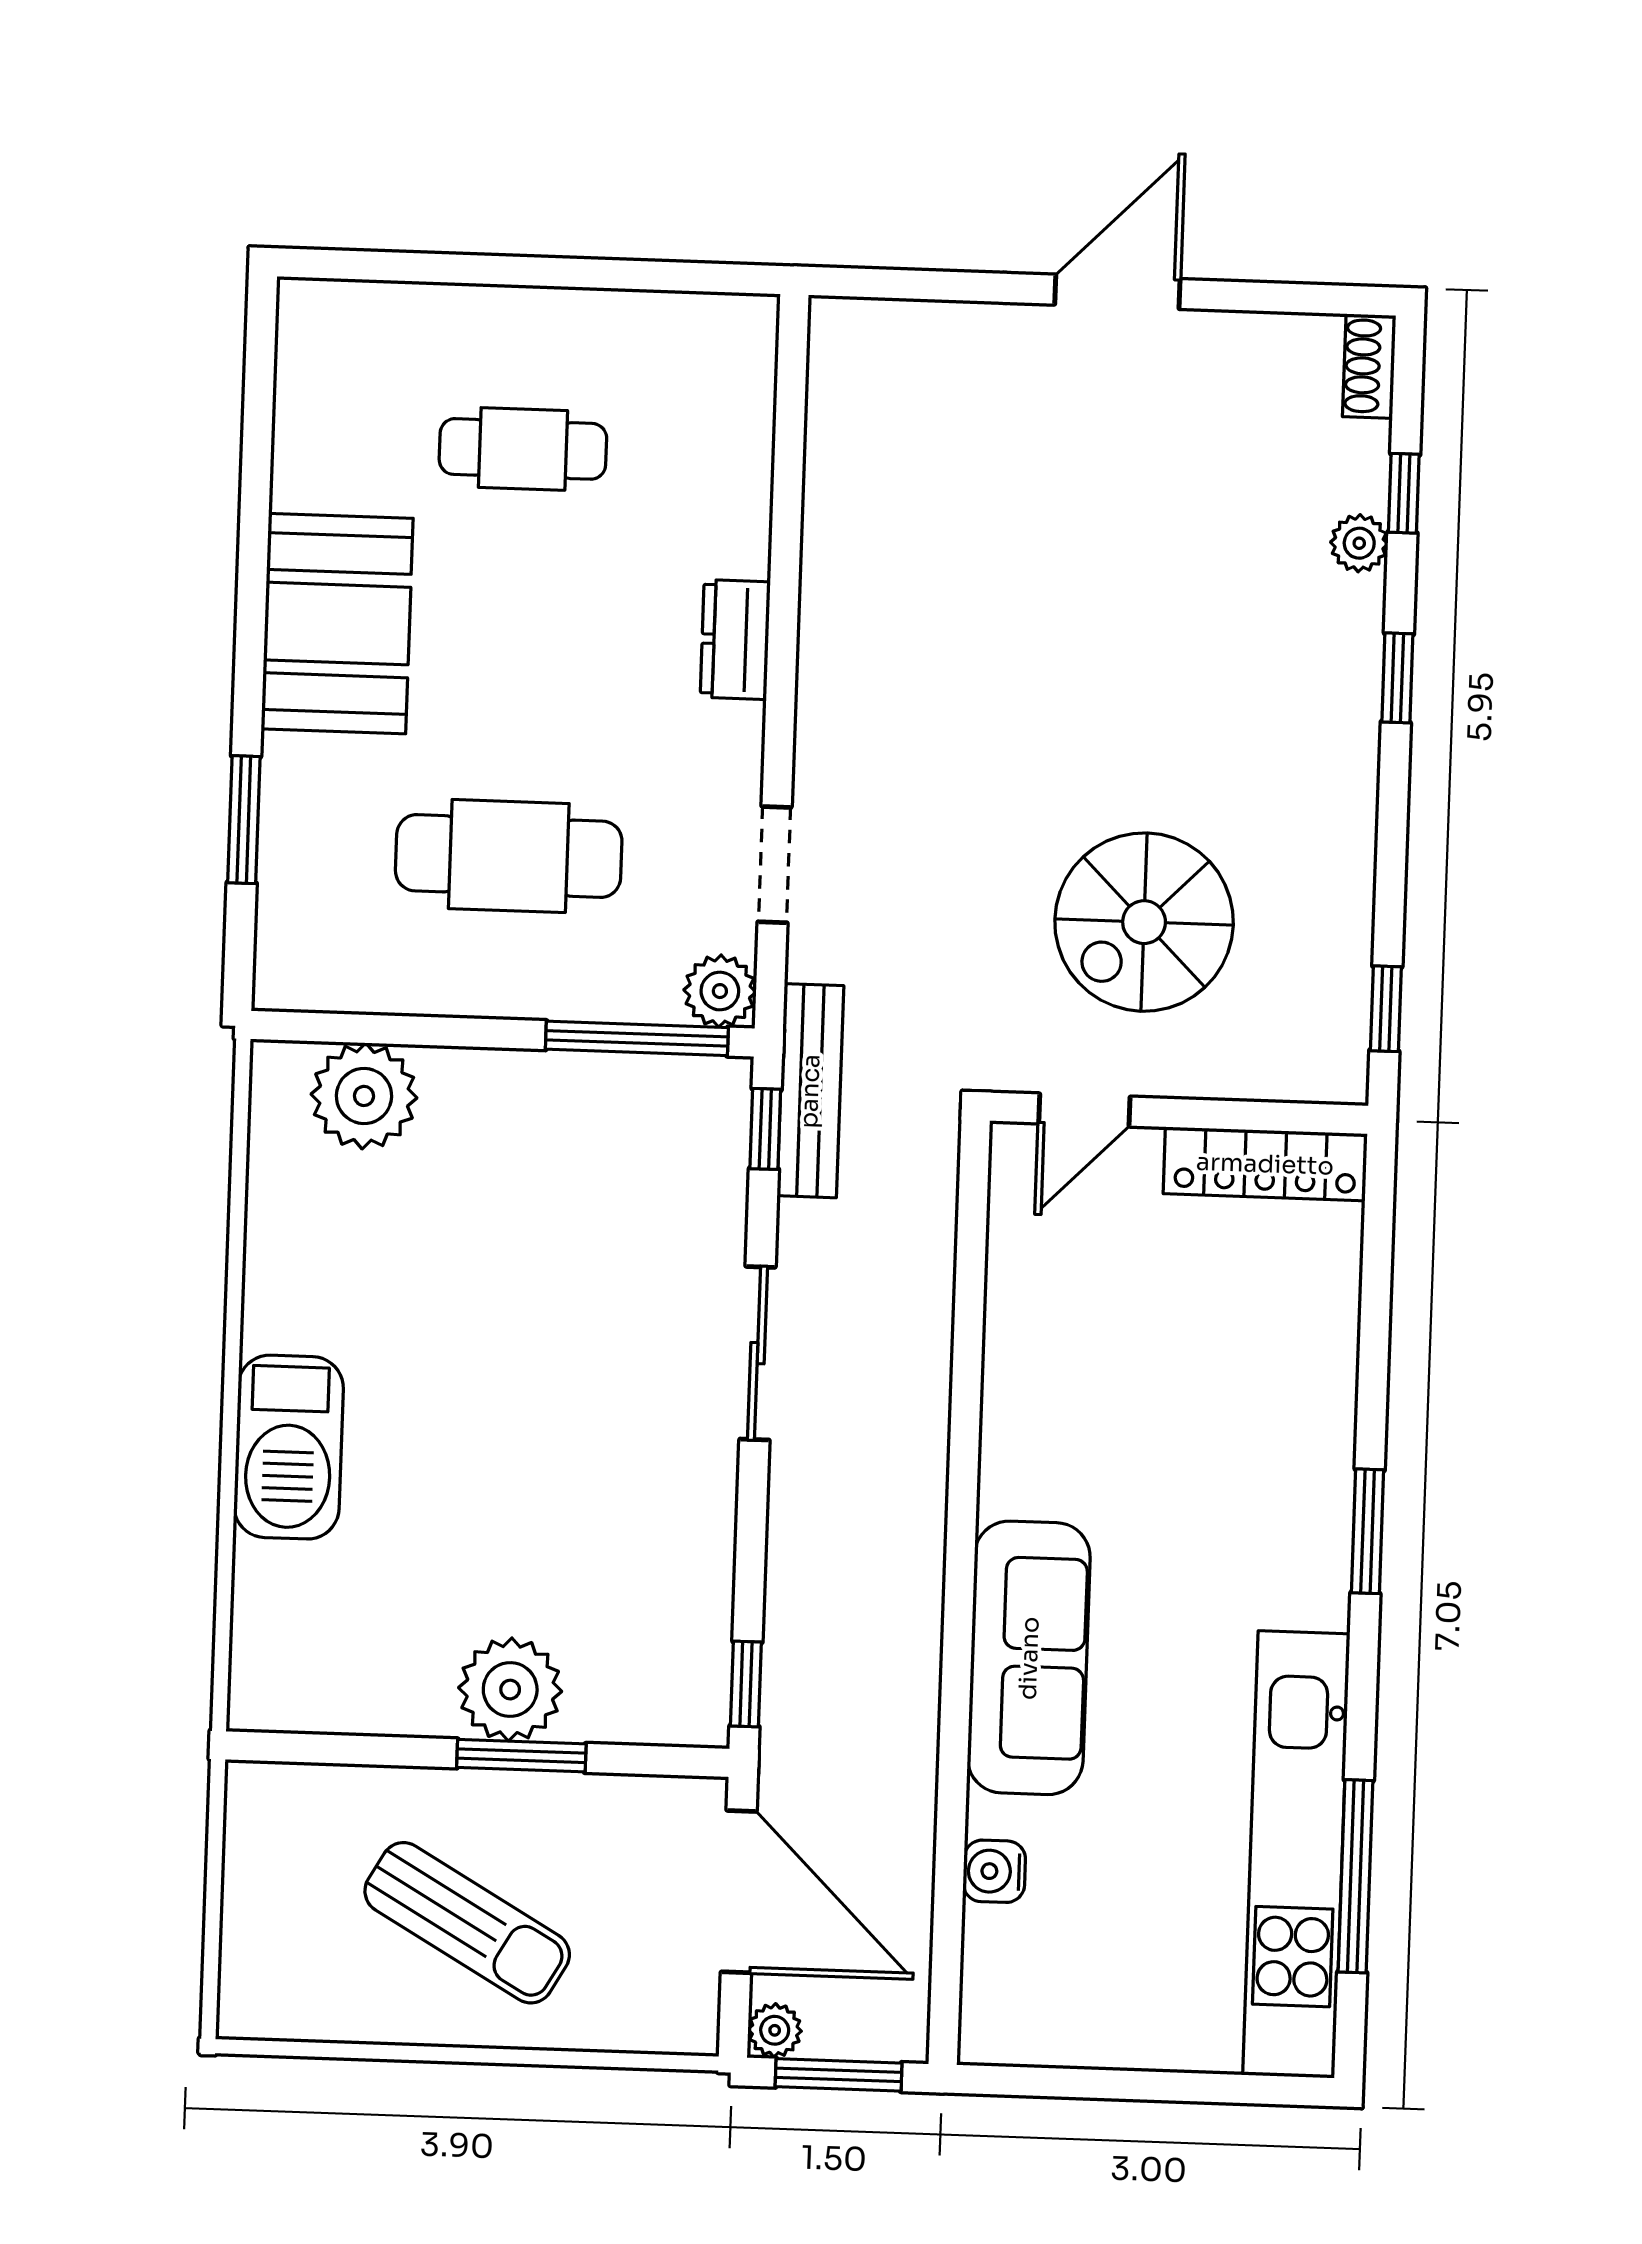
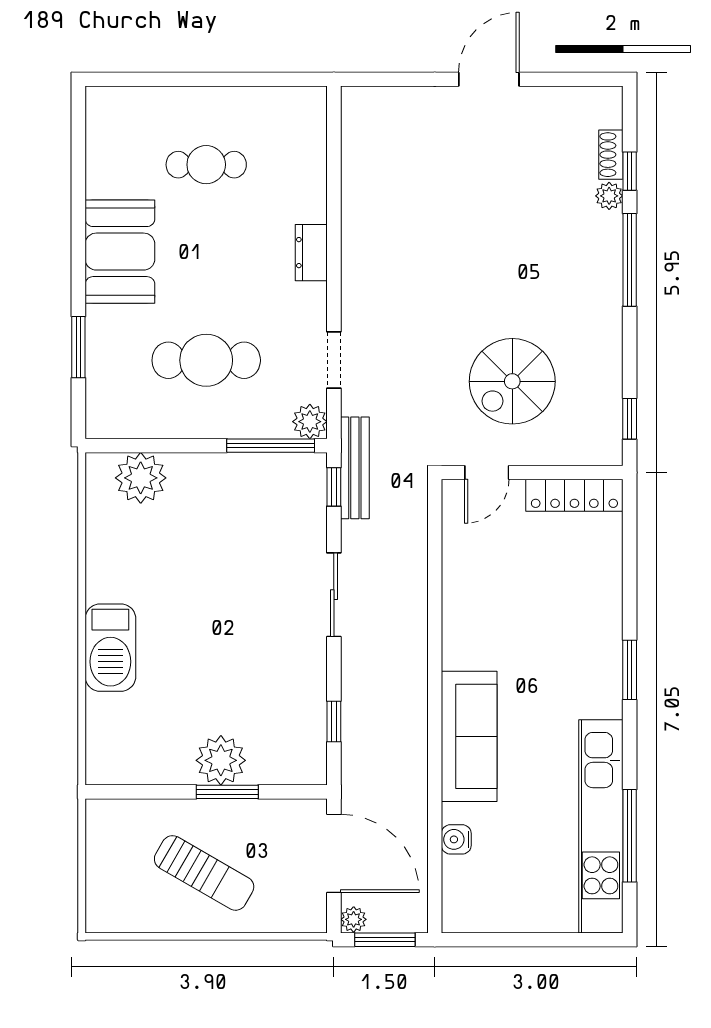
shoe rack: (1369, 366) -> (611, 155), moved
window: (1397, 678) -> (630, 260), width x2.17
window: (746, 1684) -> (334, 722), moved

